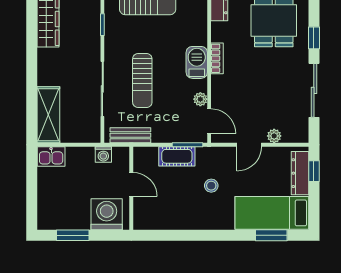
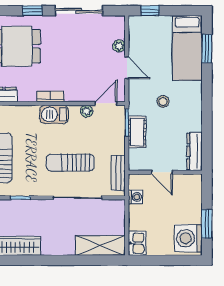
sun lounger: (142, 81) -> (70, 163), turned 180
dresser: (300, 173) -> (194, 151), moved, turned 90
door: (131, 184) -> (162, 172), swing flipped
washing machine: (107, 214) -> (188, 238), moved

